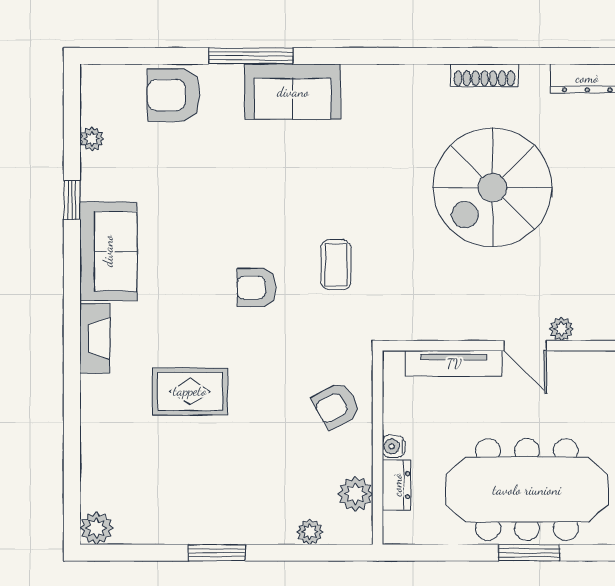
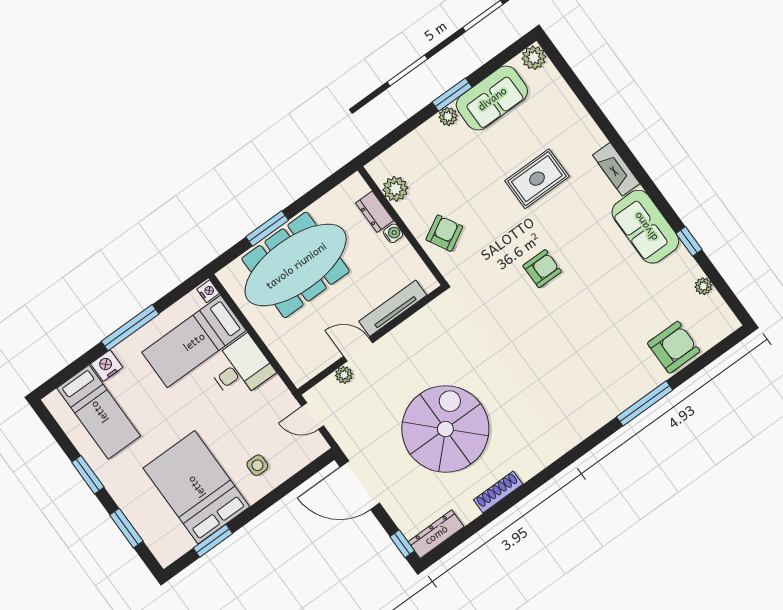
sofa: (293, 92) -> (492, 98), moved, turned 180
coffee table: (336, 265) -> (505, 316), removed
plant: (310, 532) -> (448, 116), moved

